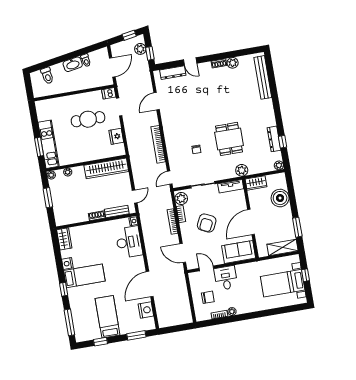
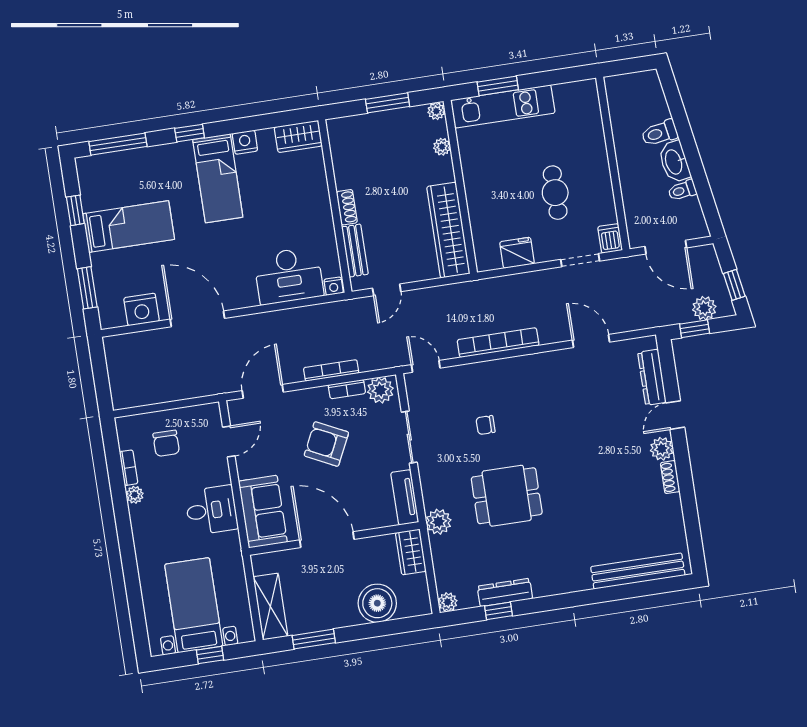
plant: (233, 63) -> (662, 449), moved
toilet: (47, 76) -> (660, 133), moved
cafe table: (88, 119) -> (555, 193), width x0.73, depth x0.74
door: (135, 196) -> (387, 290), hinge flipped
desk: (226, 278) -> (211, 510), moved

